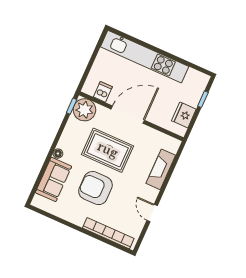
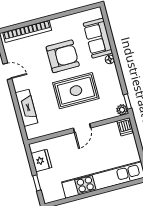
dishwasher: (103, 92) -> (125, 127), moved
plant: (84, 110) -> (122, 110), width x0.53, depth x0.53
door: (128, 115) -> (82, 128), width x0.53

